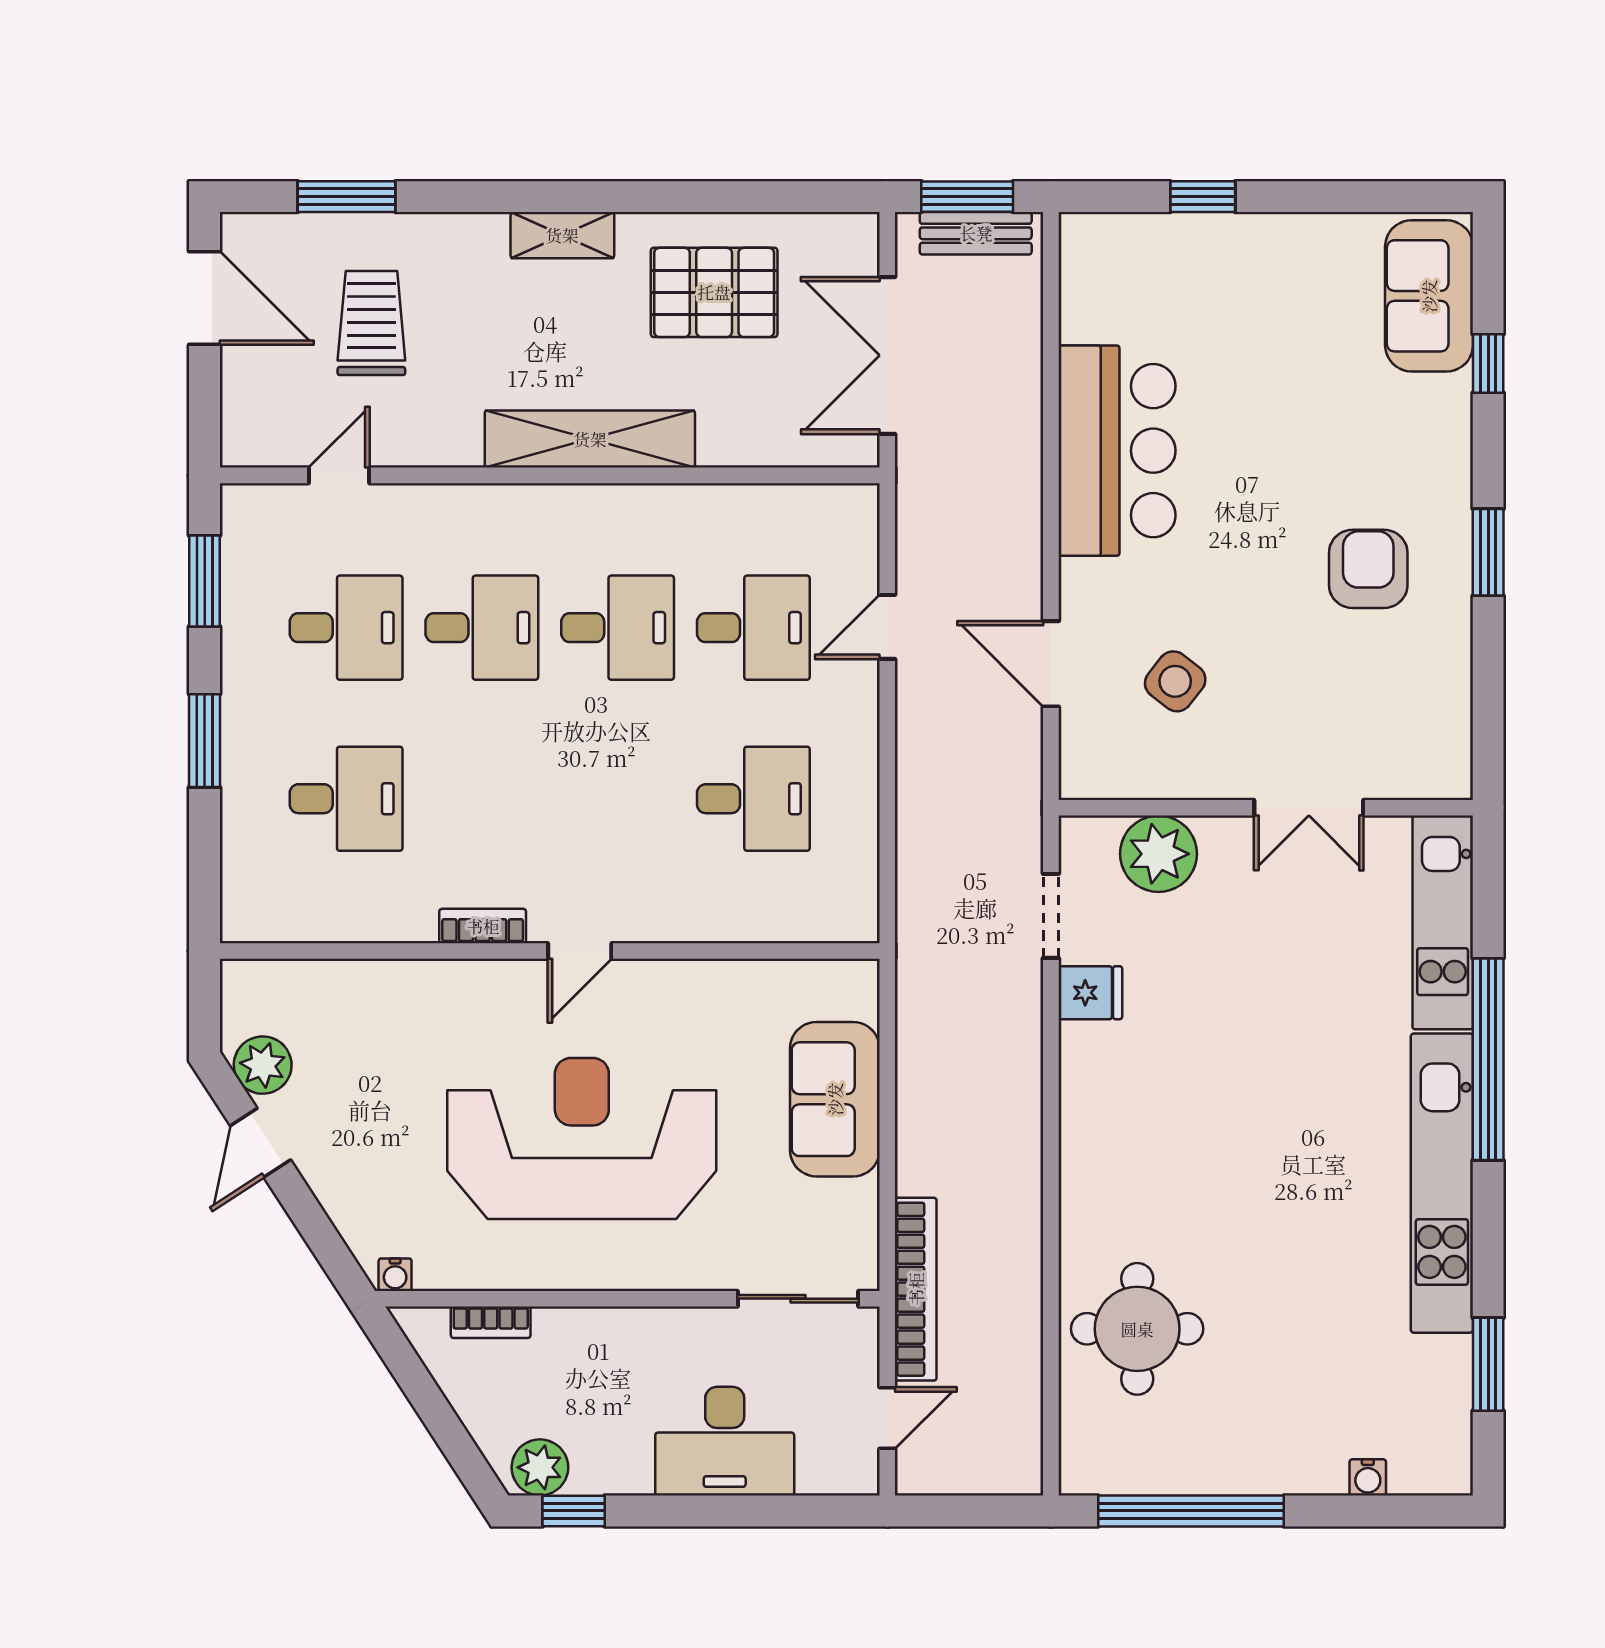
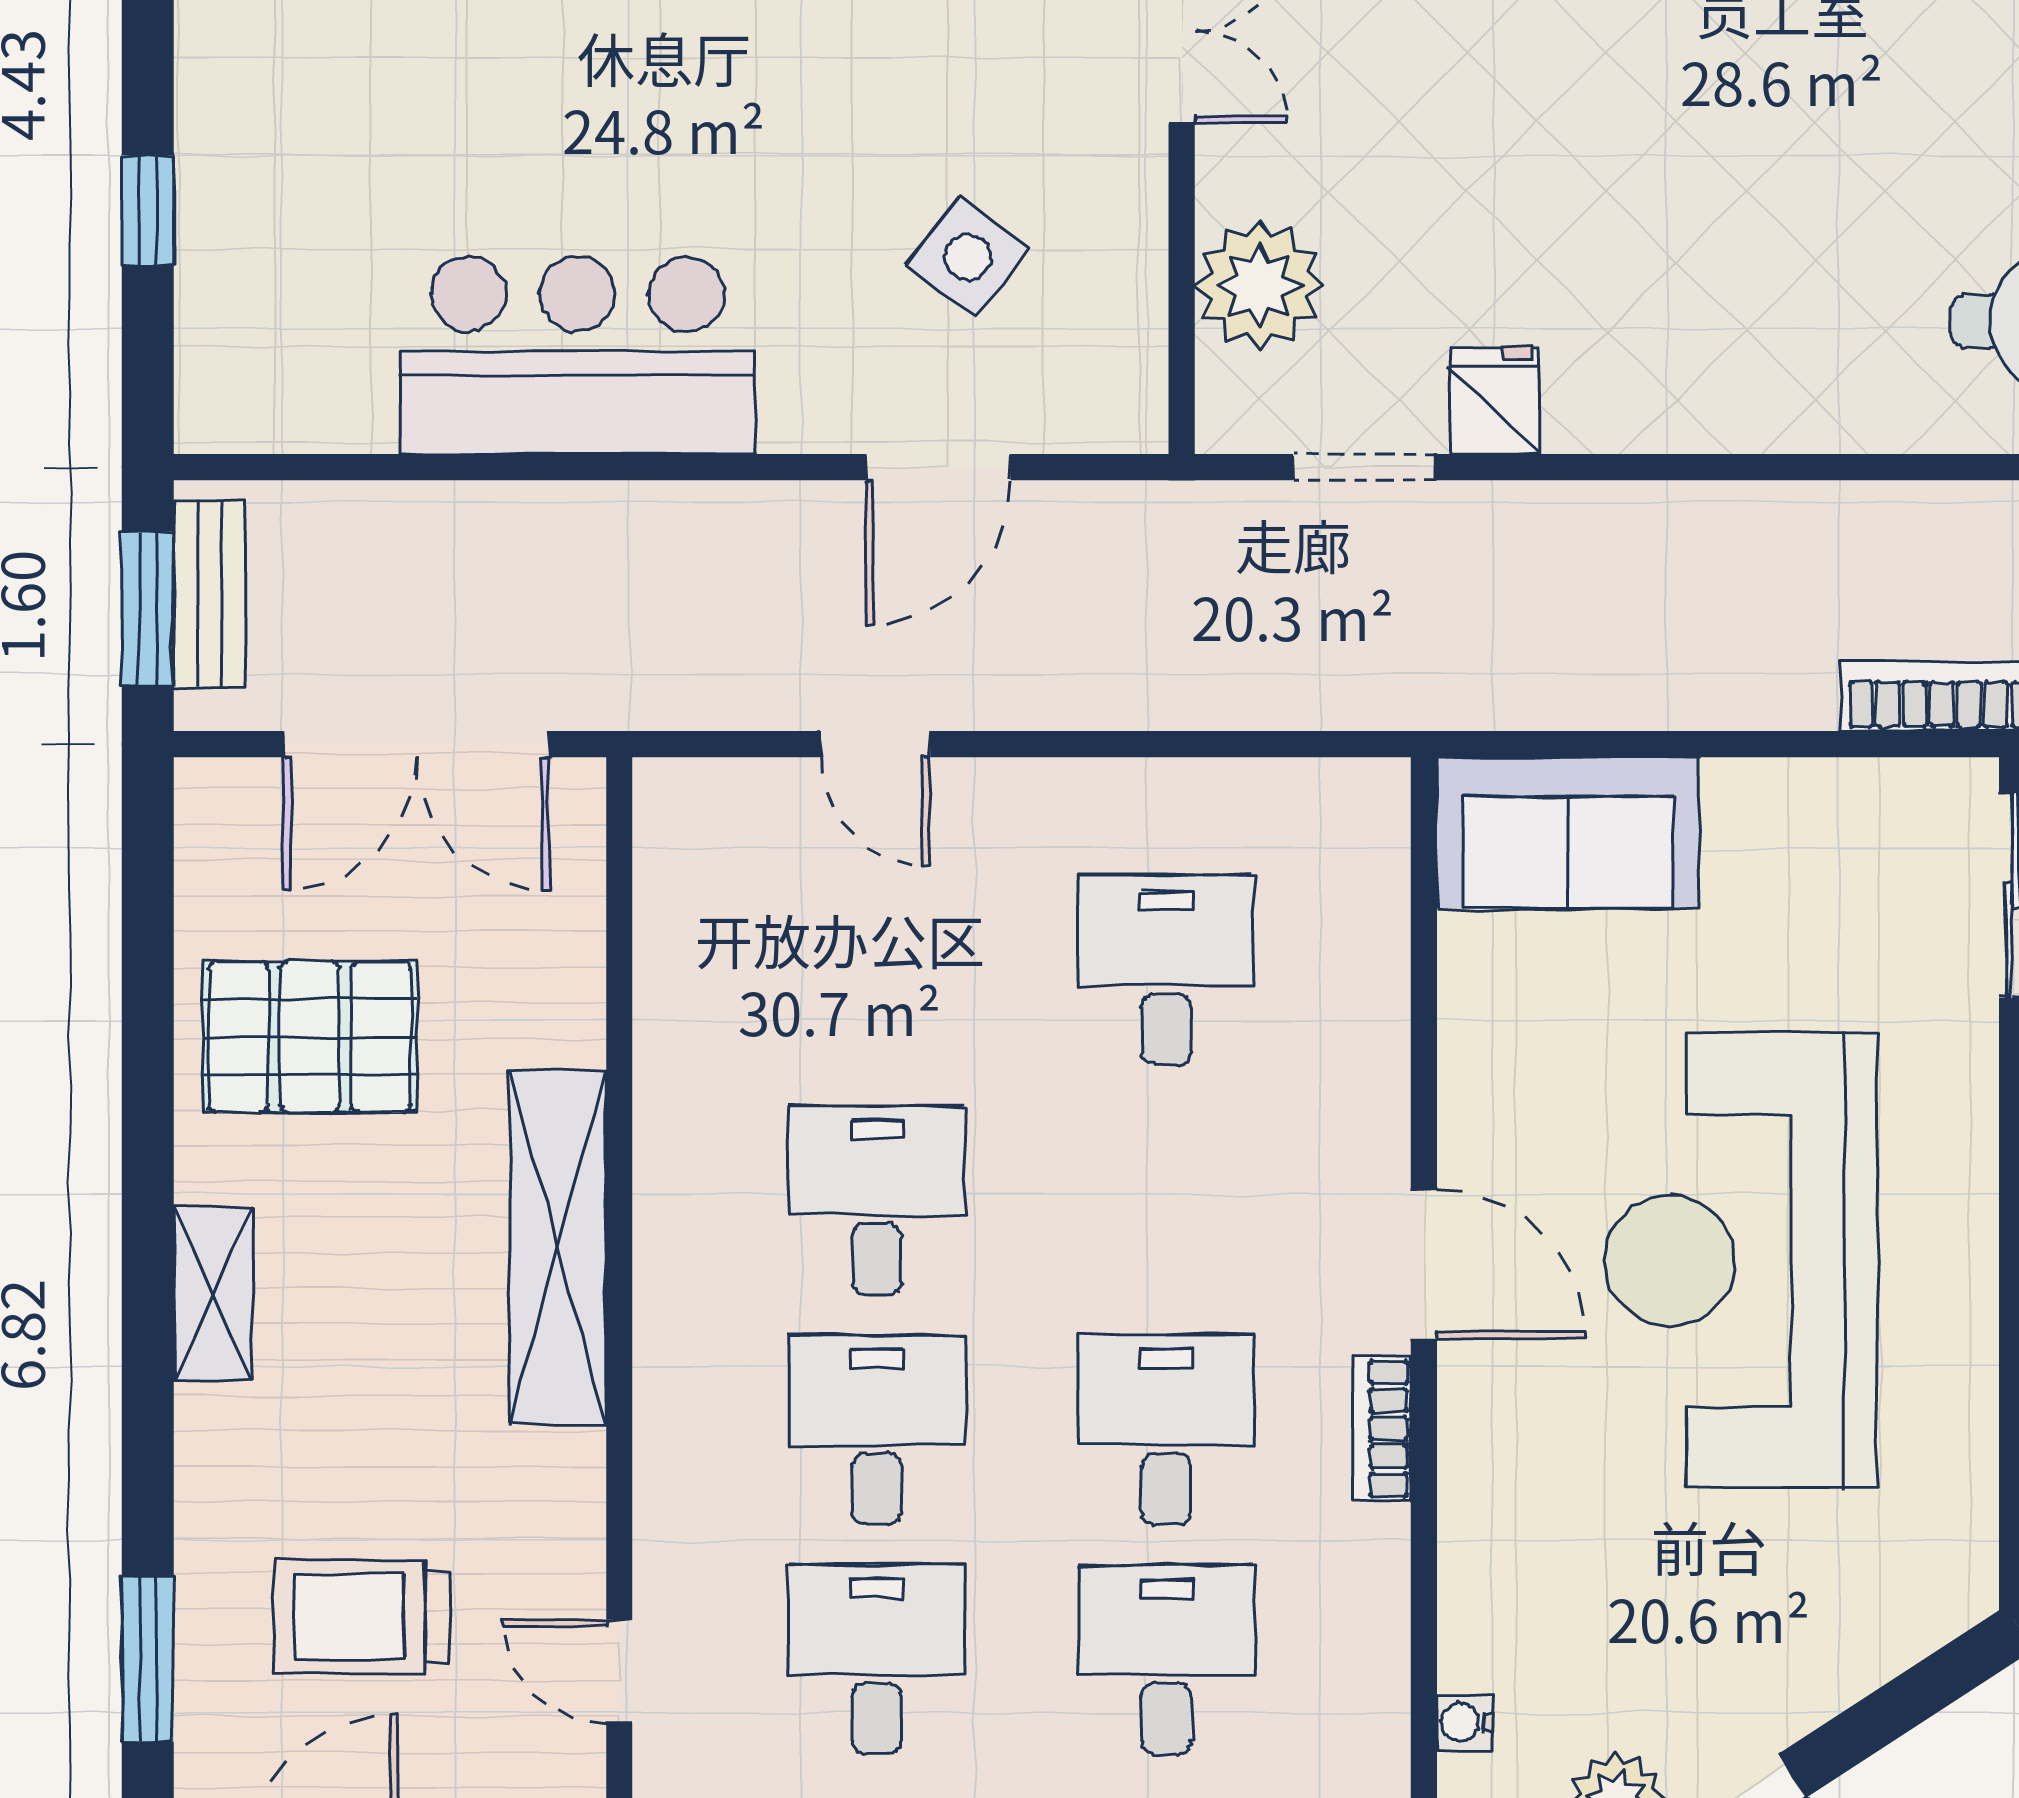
pallet: (714, 292) -> (310, 1037), turned 90
desk: (753, 628) -> (1166, 1430), moved
door: (580, 951) -> (1424, 1264), width x1.38
sofa: (835, 1099) -> (1568, 833), moved
water cooler: (395, 1275) -> (1465, 1722), moved, turned 180

